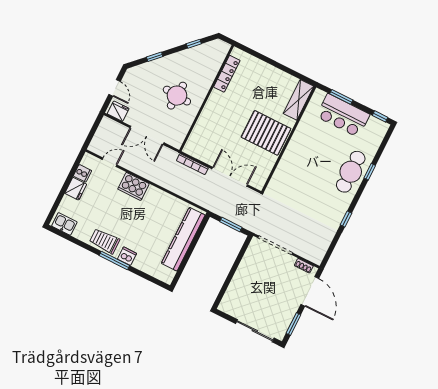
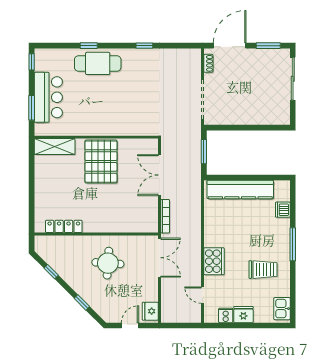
double door: (147, 135) -> (160, 258), moved
trolley: (105, 241) -> (263, 270), moved, turned -90
dishwasher: (127, 256) -> (283, 210), moved

